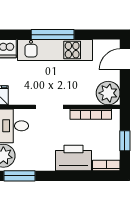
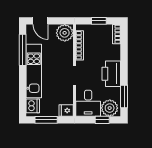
window: (53, 35) -> (23, 50), moved
printer: (73, 158) -> (111, 74), moved

